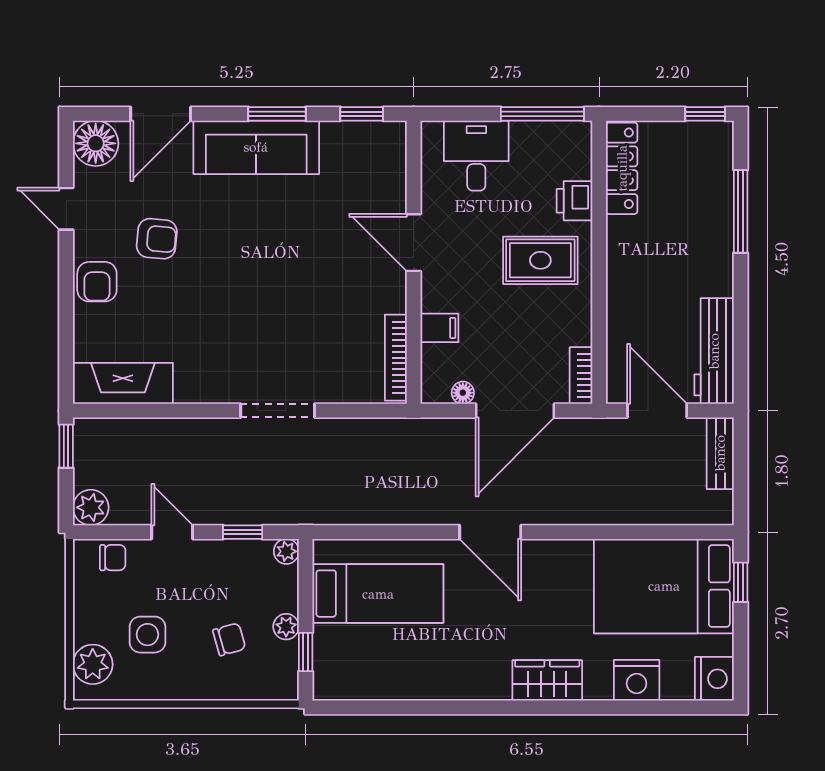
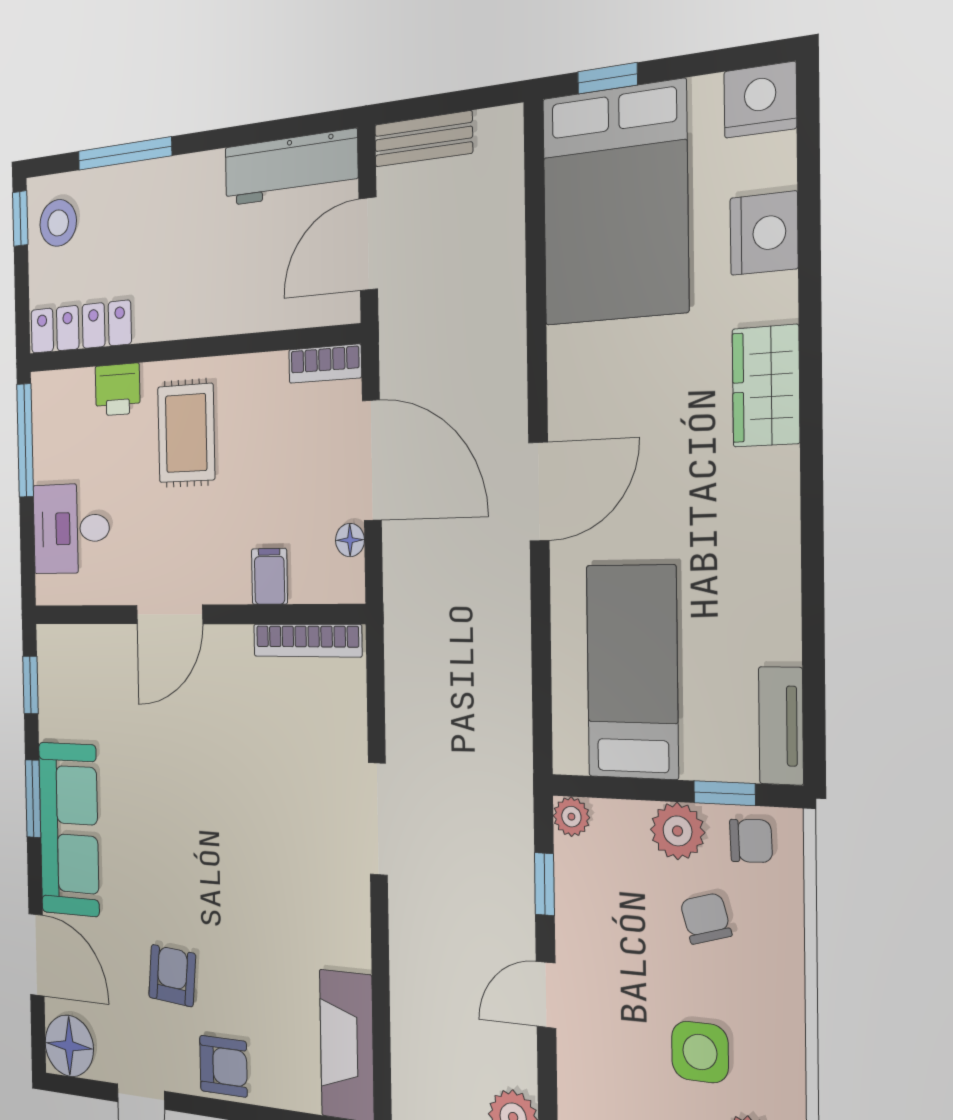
stool: (698, 150) -> (58, 223), added
chair: (113, 558) -> (751, 841), moved, turned 88
plant: (286, 627) -> (678, 831), width x1.38, depth x1.38
tv unit: (347, 687) -> (781, 726), added

